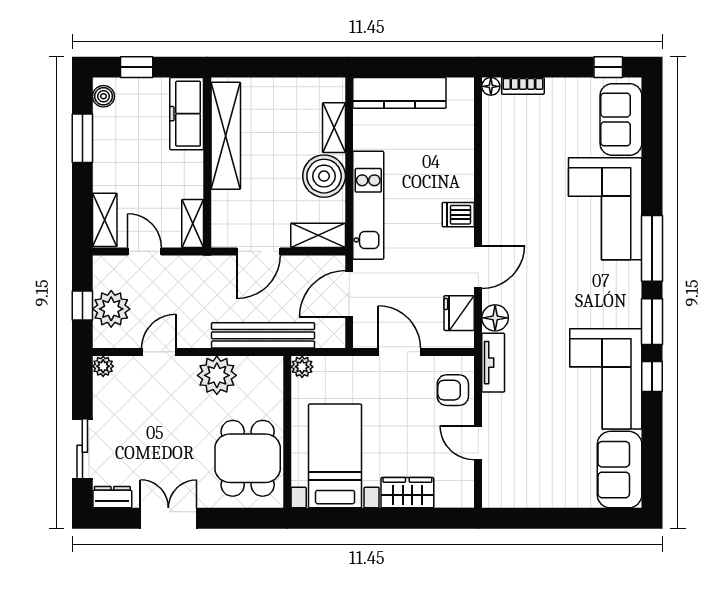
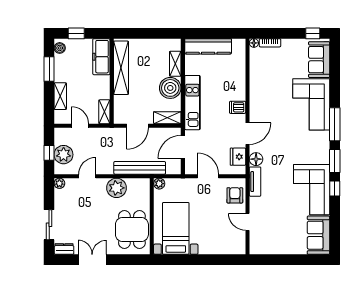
shelving: (105, 220) -> (60, 96), moved
armchair: (453, 390) -> (235, 195), turned 90
wardrobe: (407, 493) -> (212, 247), removed

